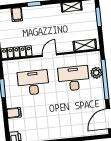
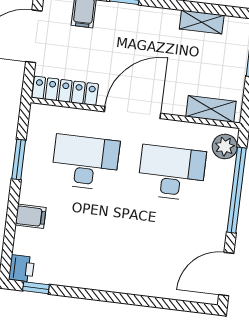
door: (50, 55) -> (133, 112), width x1.88
plant: (96, 73) -> (225, 147), moved

